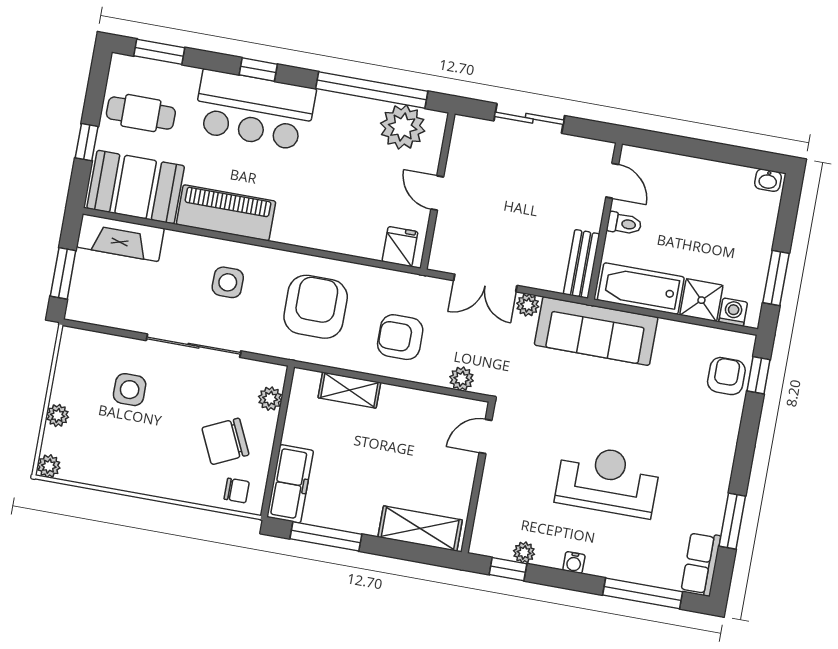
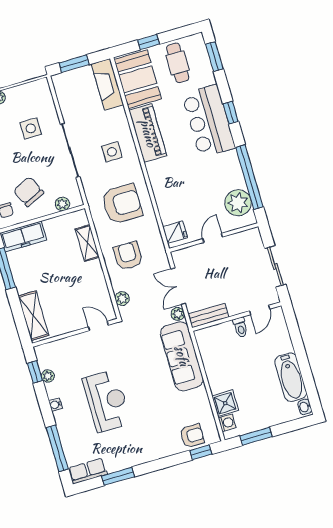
door: (612, 181) -> (260, 310), moved
wall: (605, 221) -> (237, 317), moved
toilet: (624, 224) -> (240, 327), moved
bench: (582, 264) -> (208, 316), moved
bathtub: (641, 289) -> (291, 377), moved, turned 180

